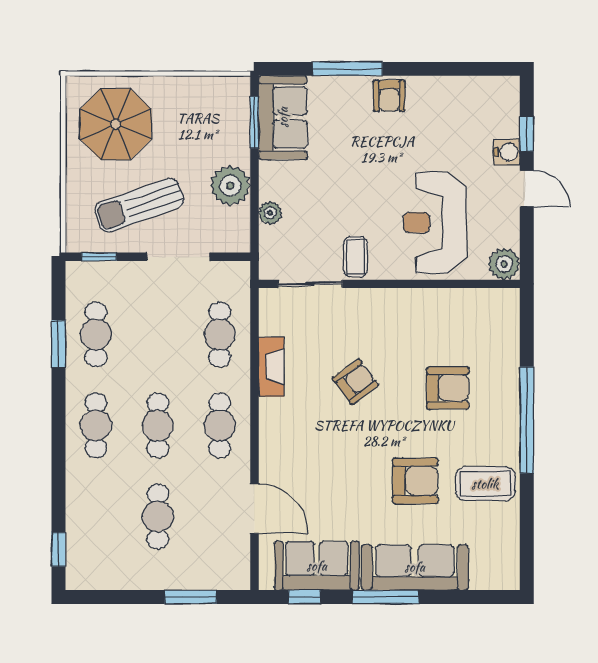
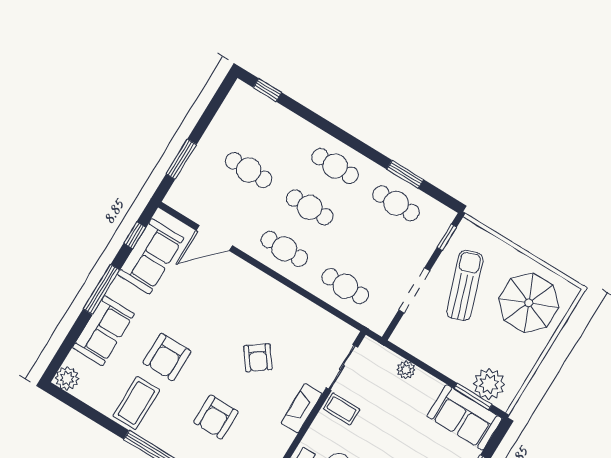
plant: (230, 186) -> (489, 384), moved
fireplace: (271, 367) -> (302, 408), moved, turned 90
sofa: (415, 567) -> (103, 331), width x0.73
plant: (505, 575) -> (67, 378), added

